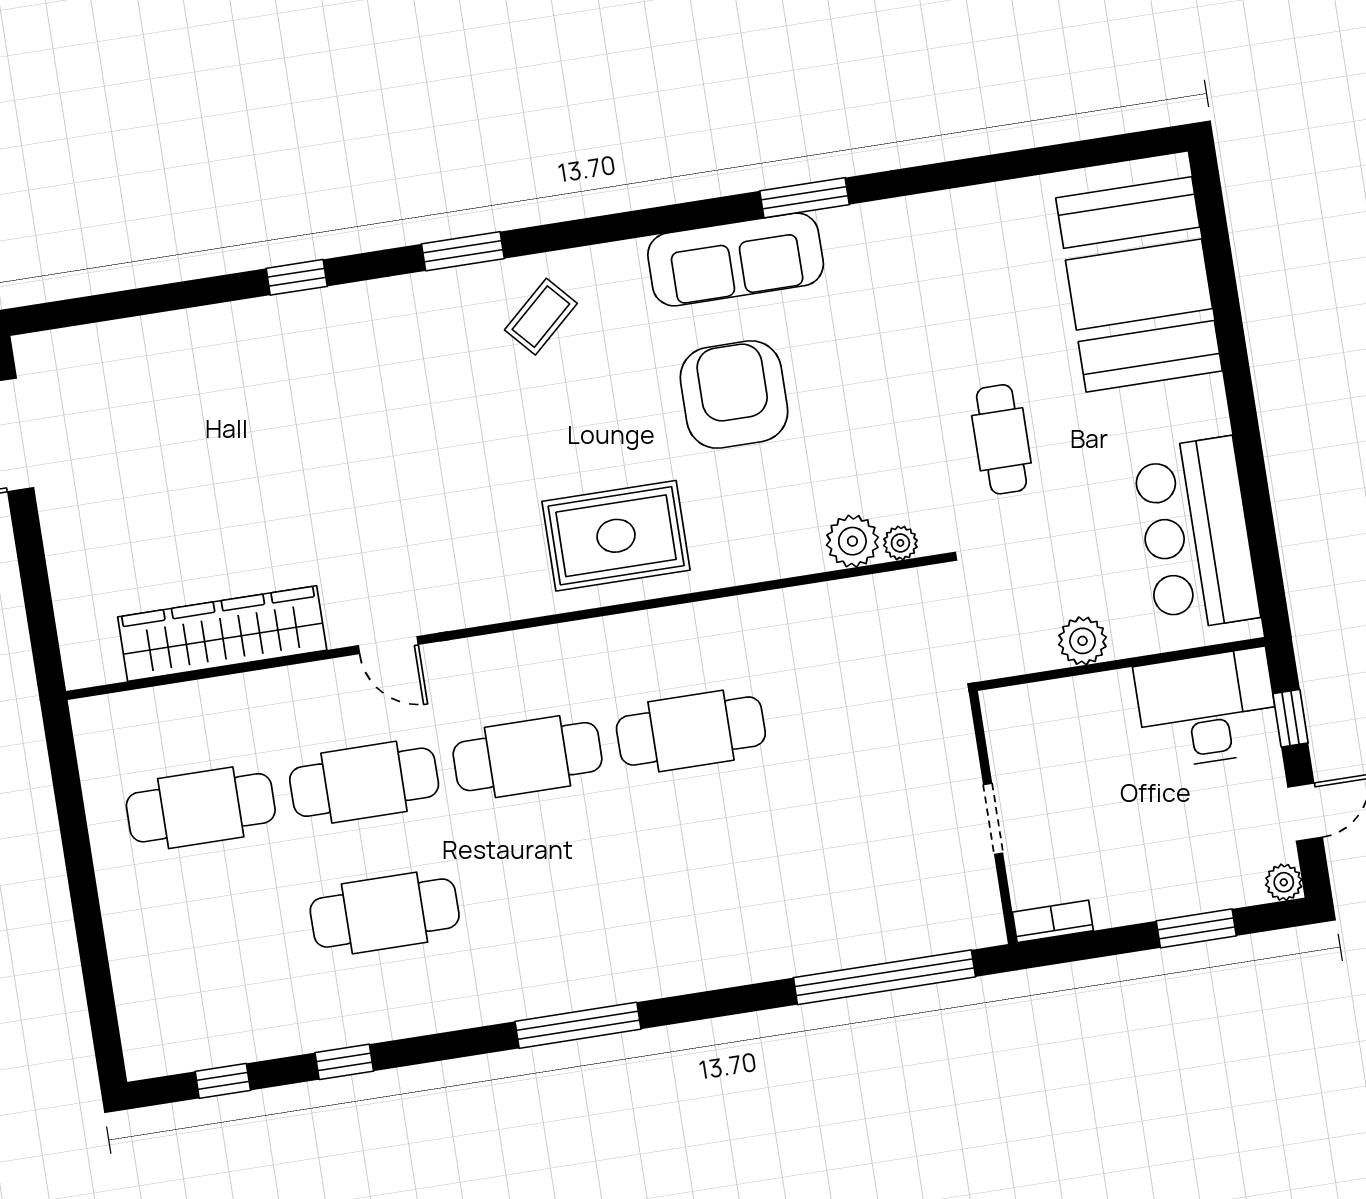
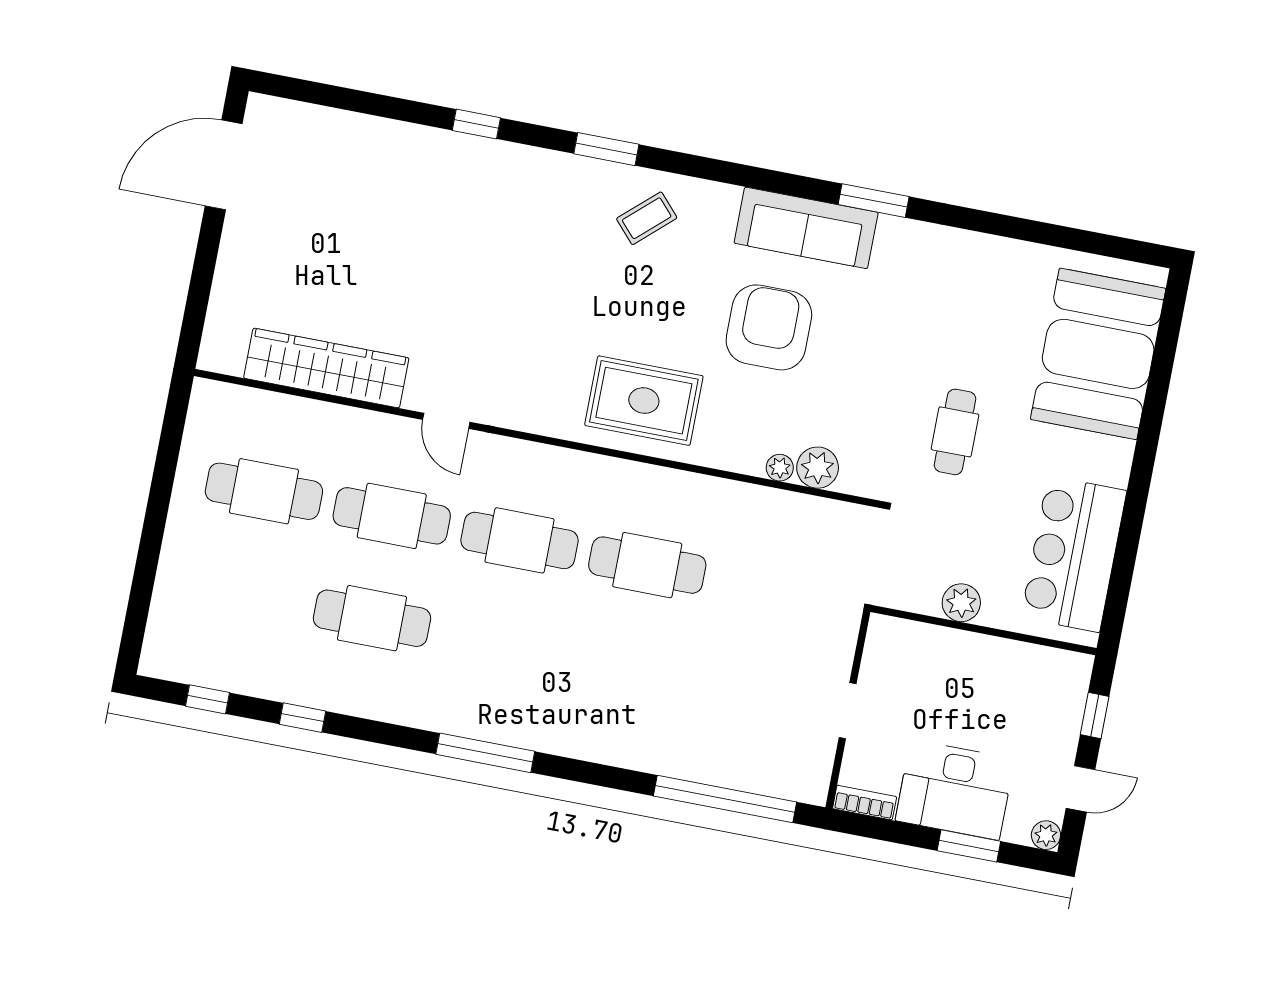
plant: (900, 543) -> (780, 468), moved
desk: (1207, 709) -> (955, 790), moved, turned 180

